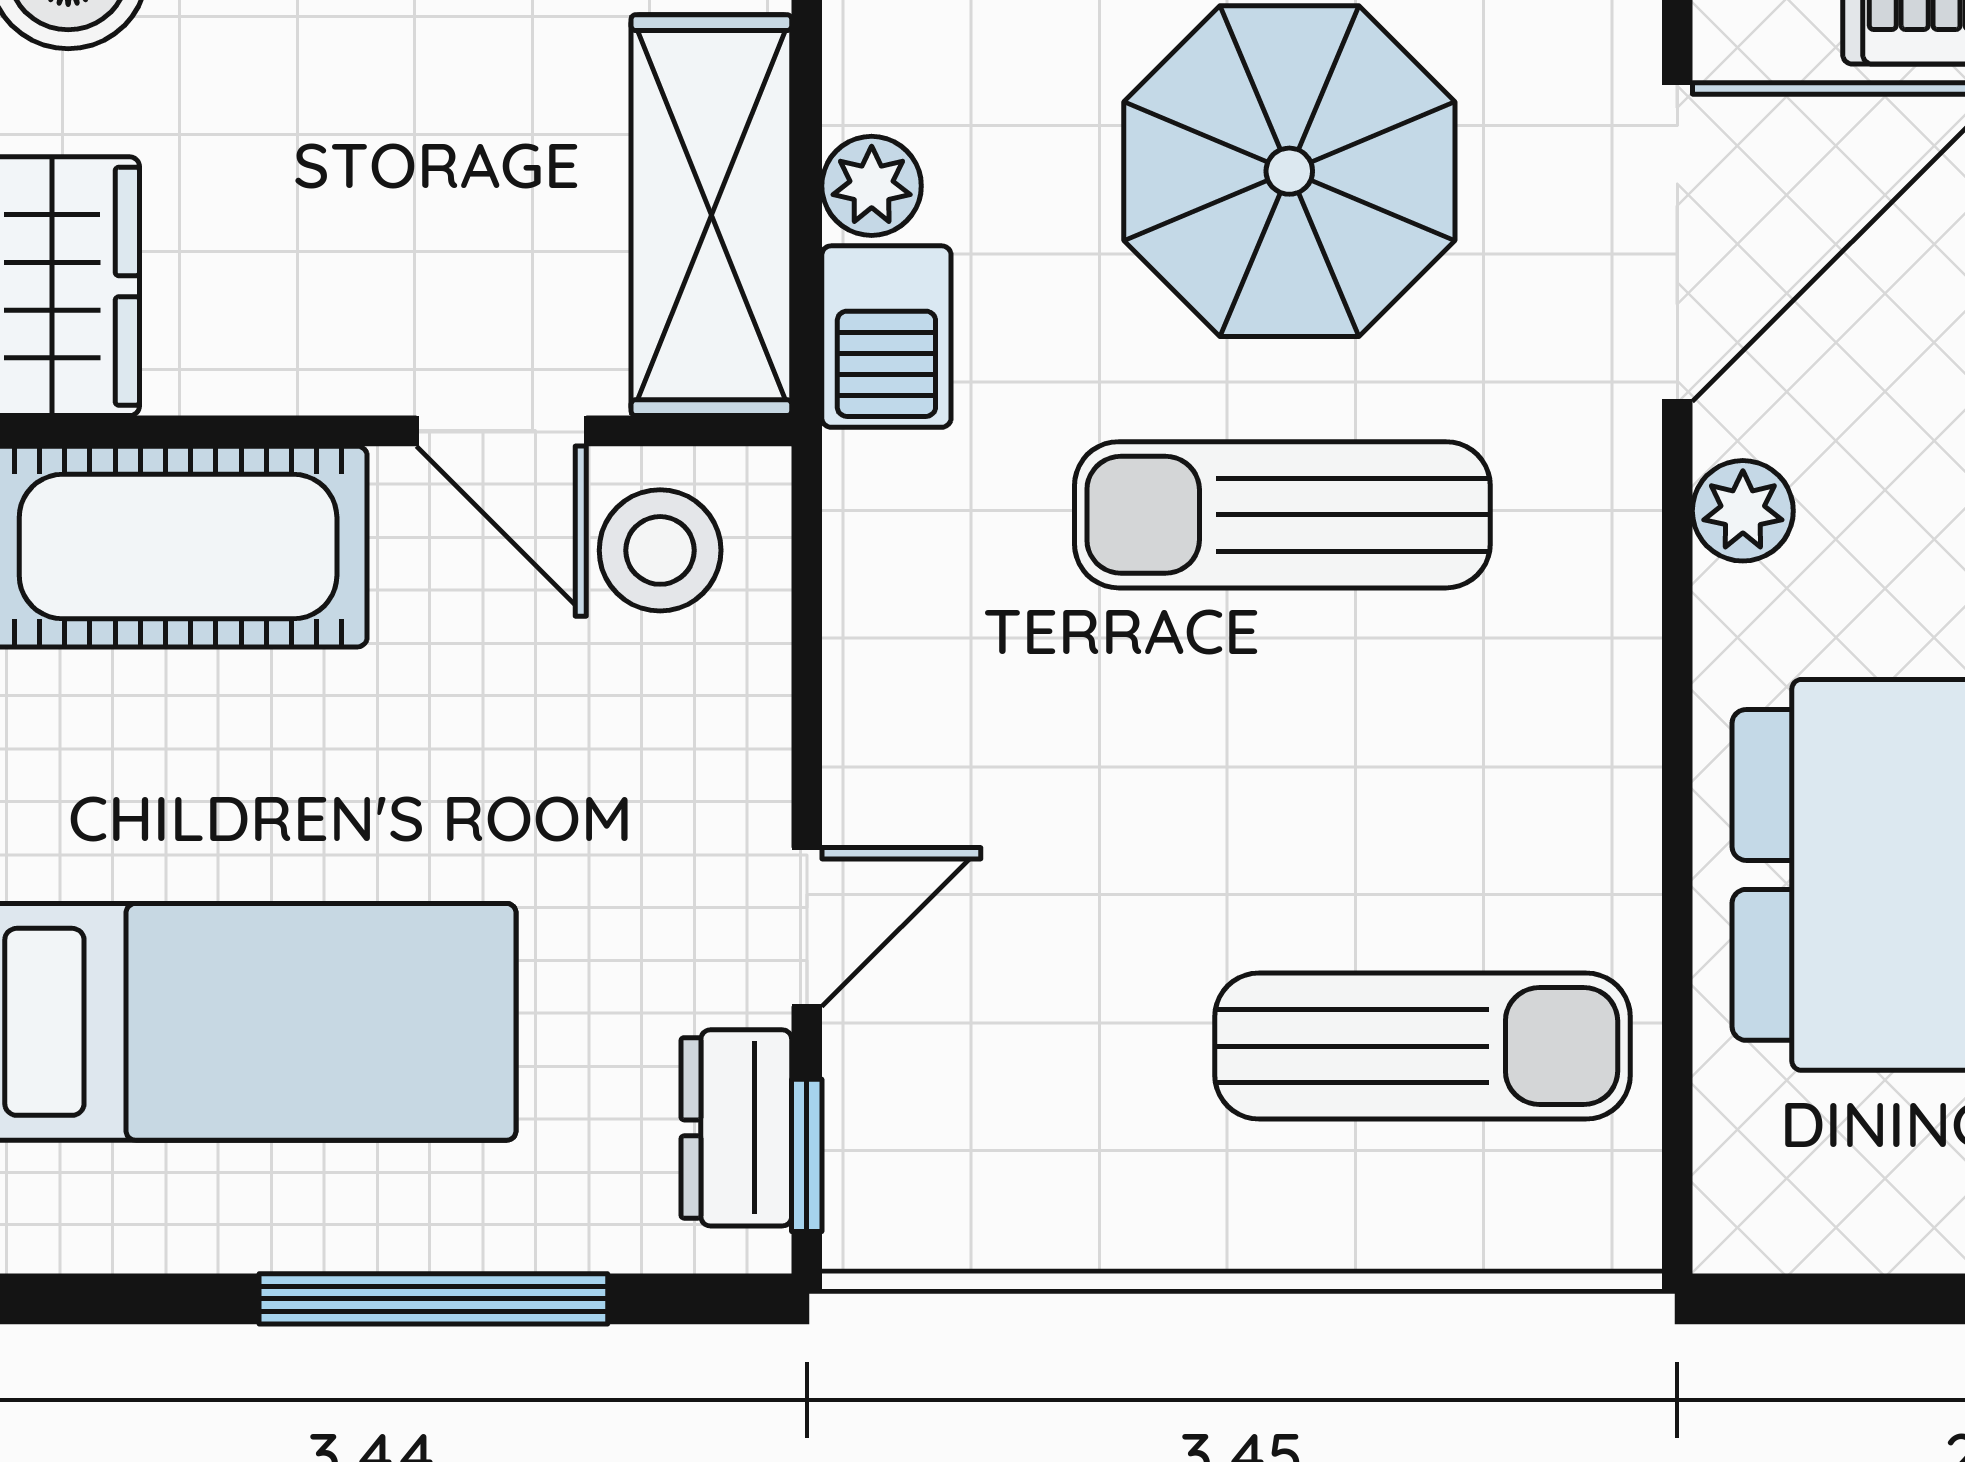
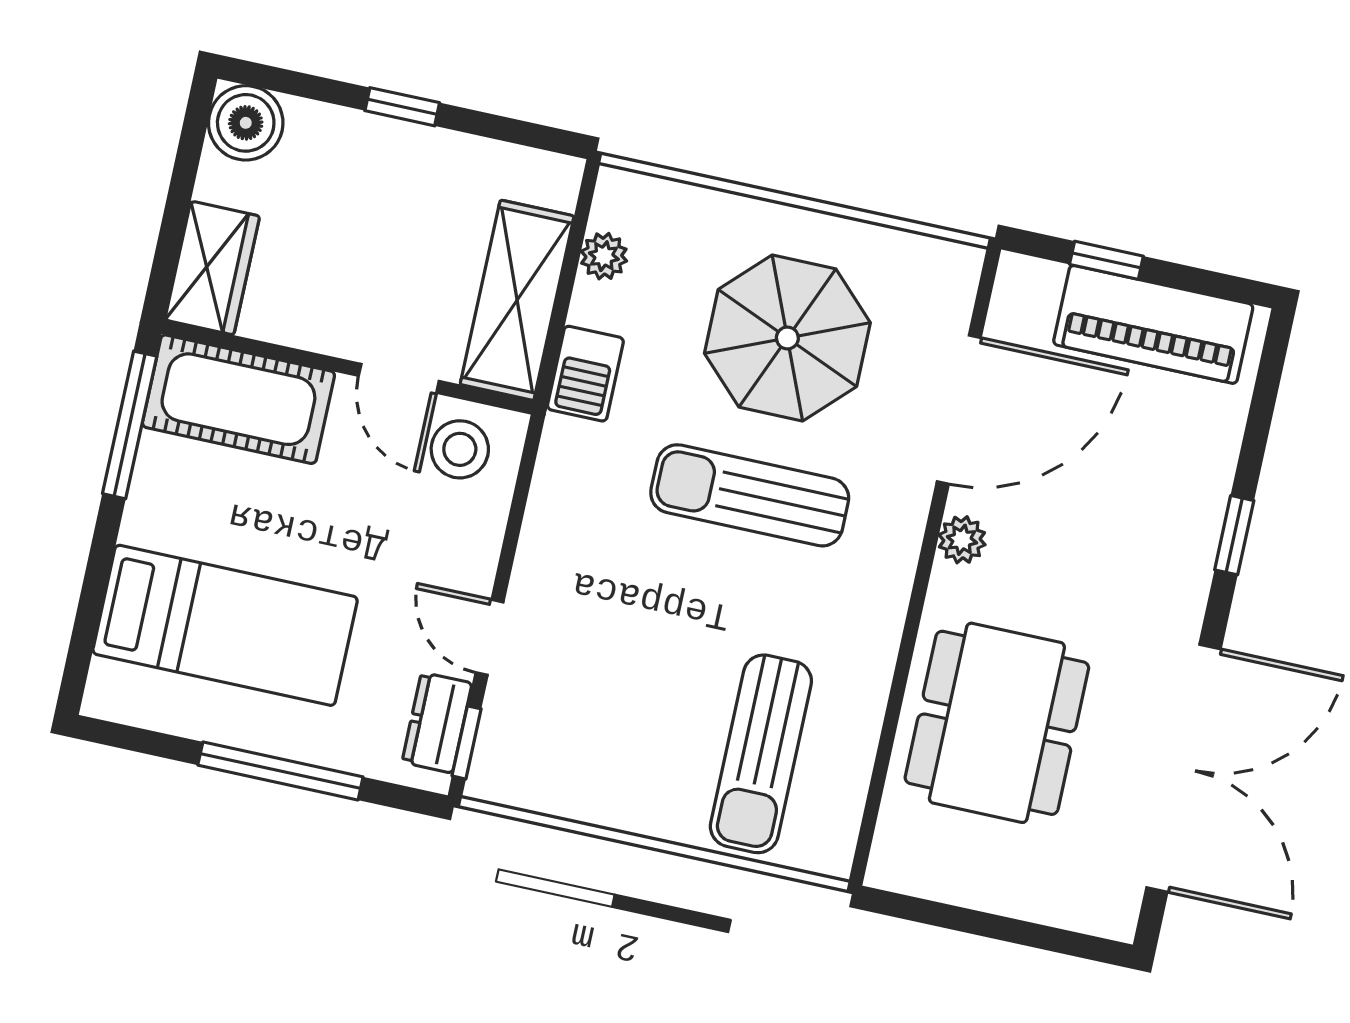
plant: (872, 186) -> (604, 256), moved
door: (807, 927) -> (490, 637), swing flipped
sun lounger: (1423, 1046) -> (761, 754), turned 90

